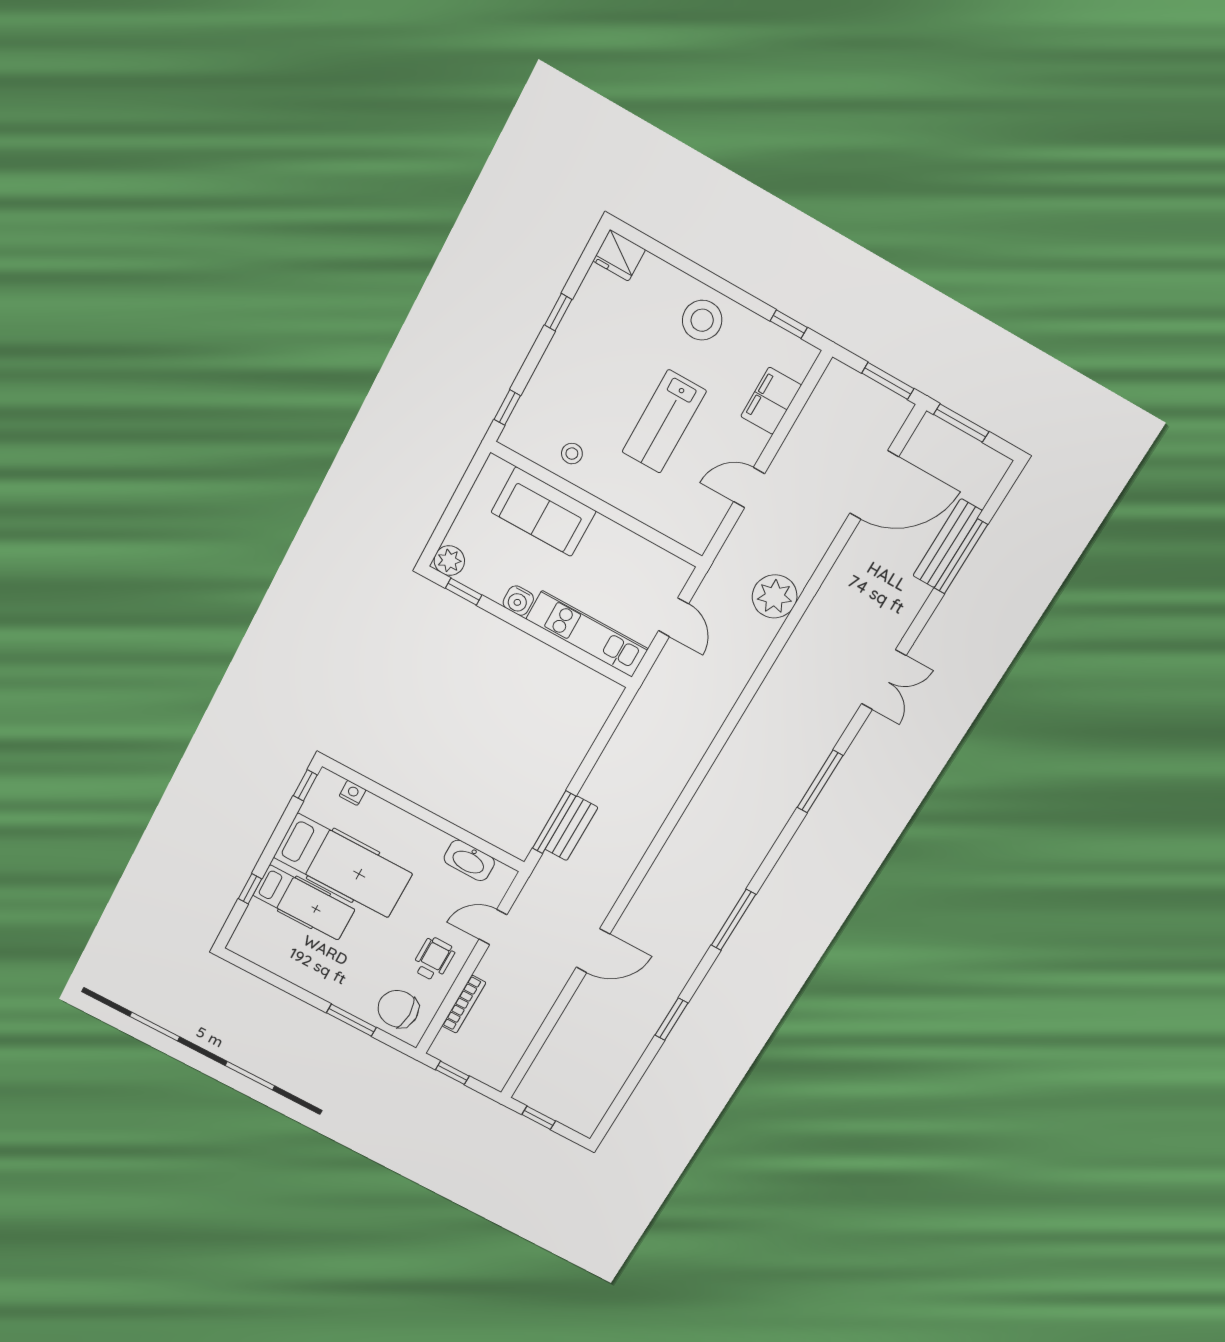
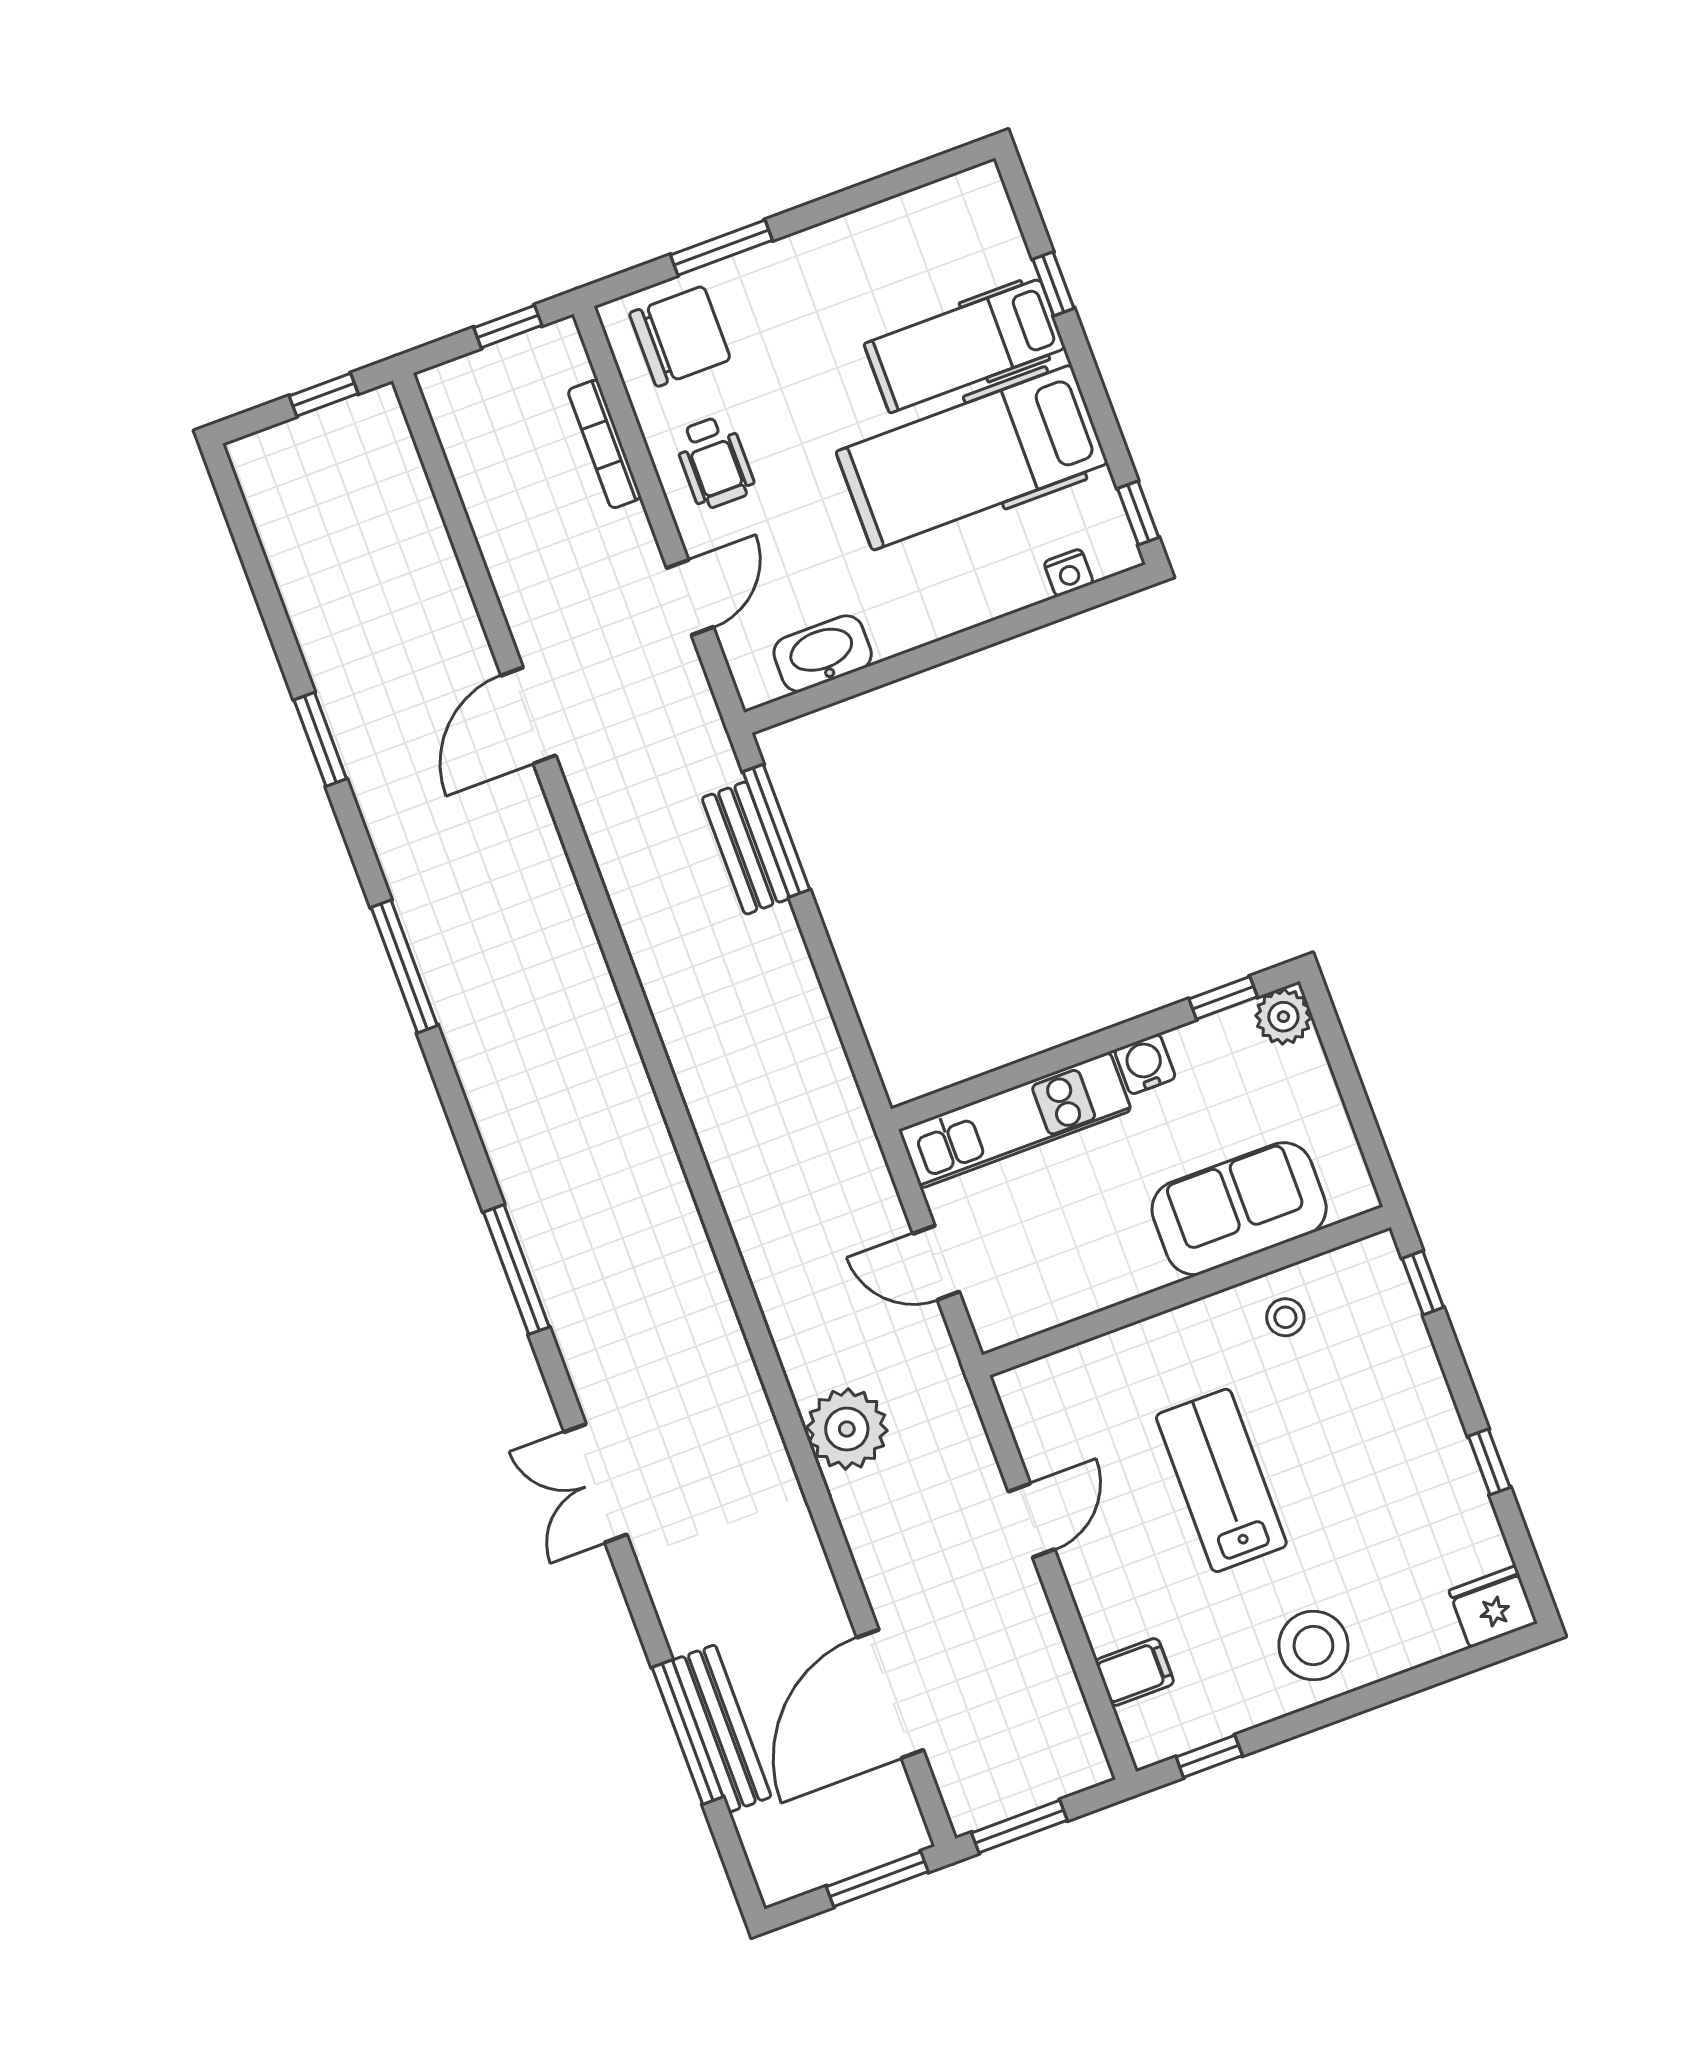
filing cabinet: (771, 401) -> (1135, 1672), width x0.50

